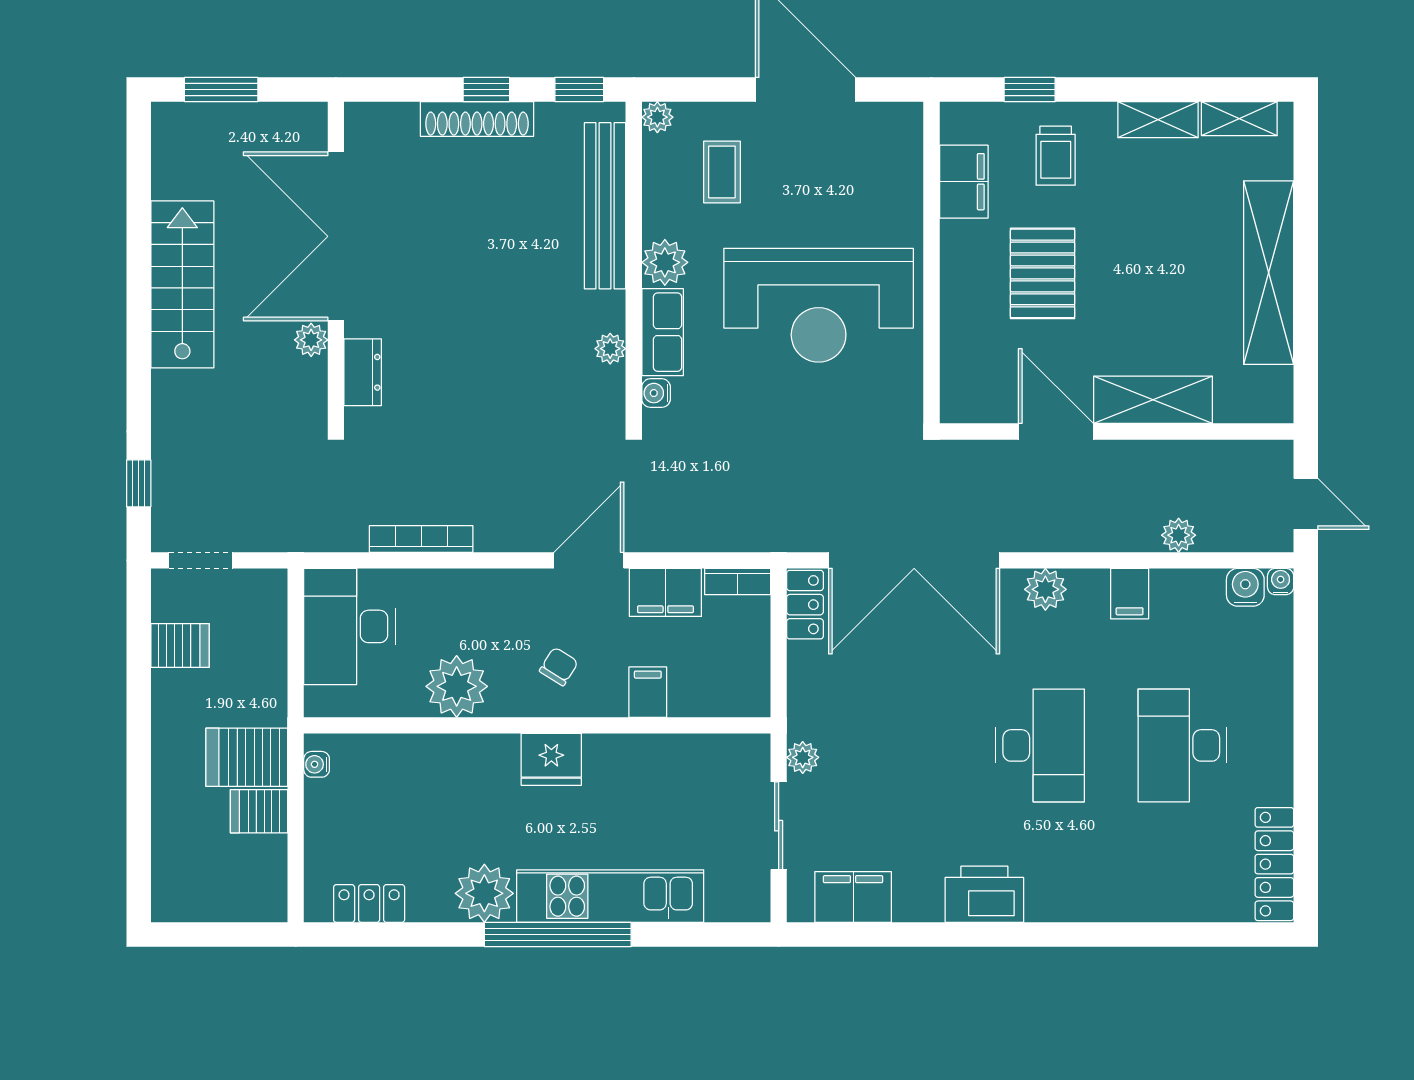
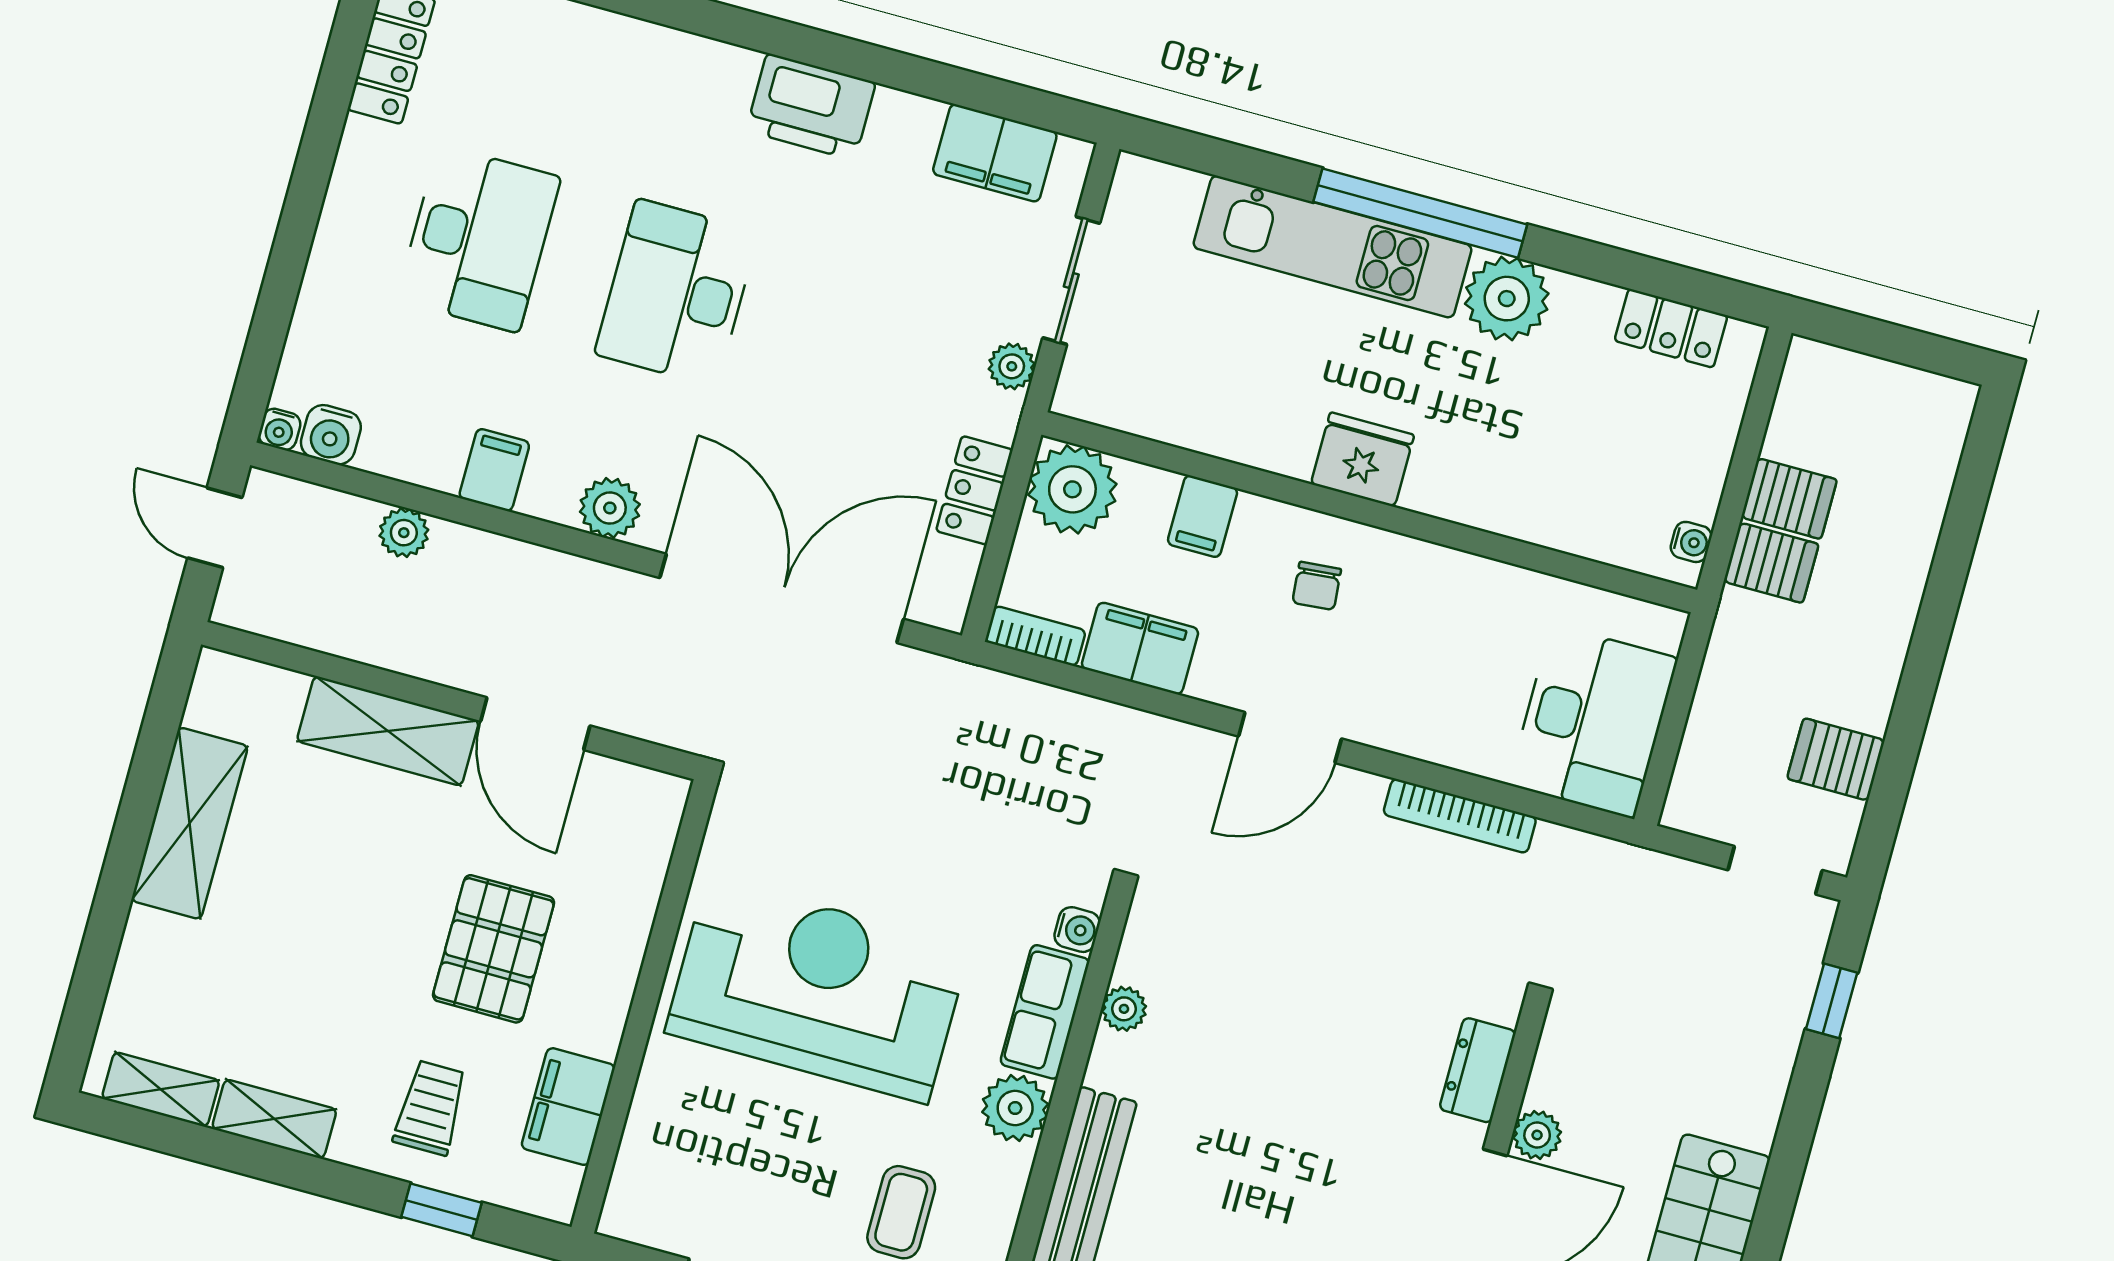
shelving: (1269, 273) -> (190, 823), width x0.68
door: (589, 560) -> (1290, 737), moved
locker: (805, 605) -> (974, 490), moved
chair: (559, 667) -> (1317, 586), turned -37
plant: (457, 686) -> (1072, 489), moved
server rack: (247, 757) -> (1771, 563), width x0.73, depth x0.70

